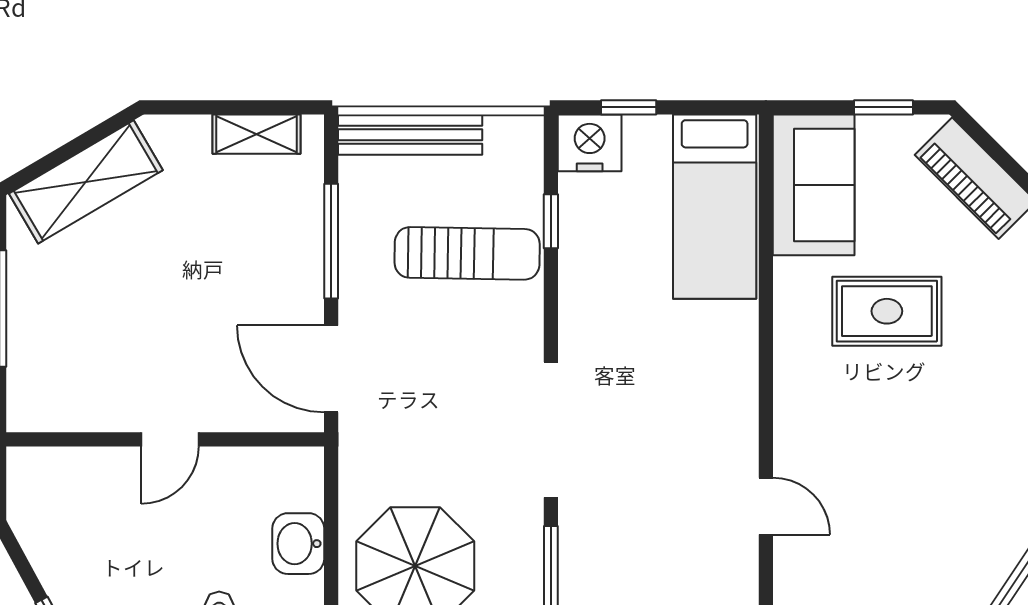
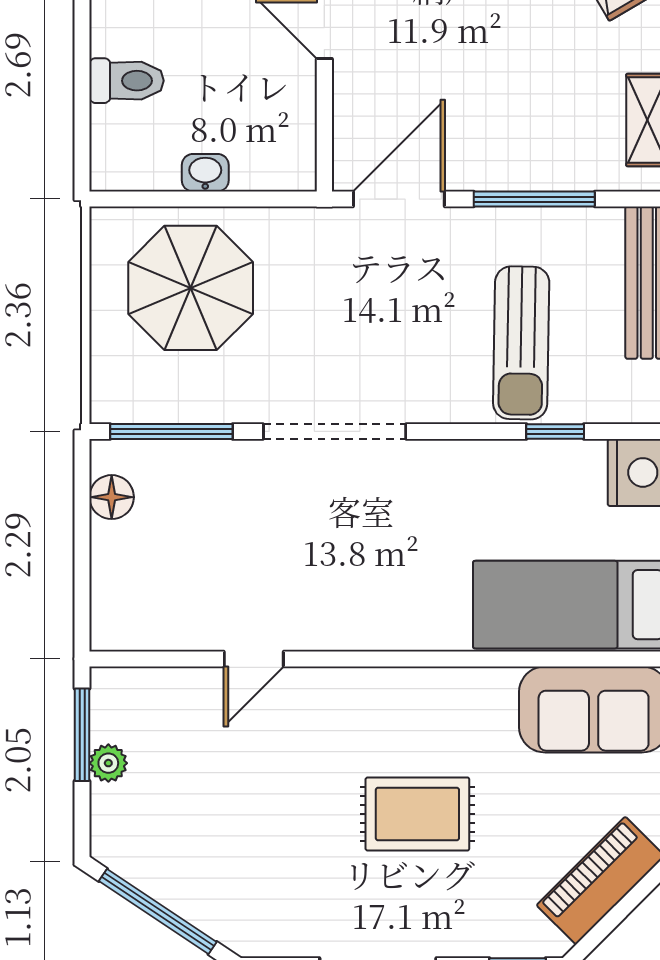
rug: (887, 311) -> (417, 814), moved, turned 90
washbasin: (298, 544) -> (205, 173), width x0.72, depth x0.69

